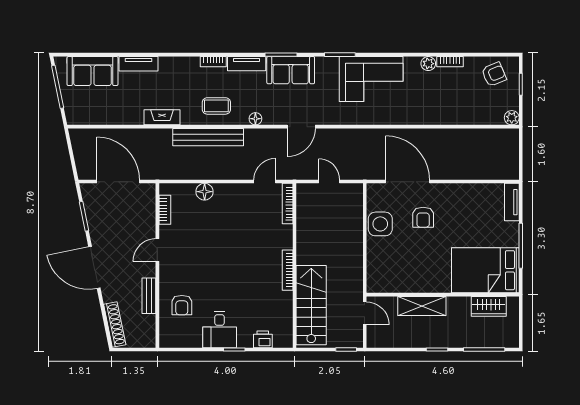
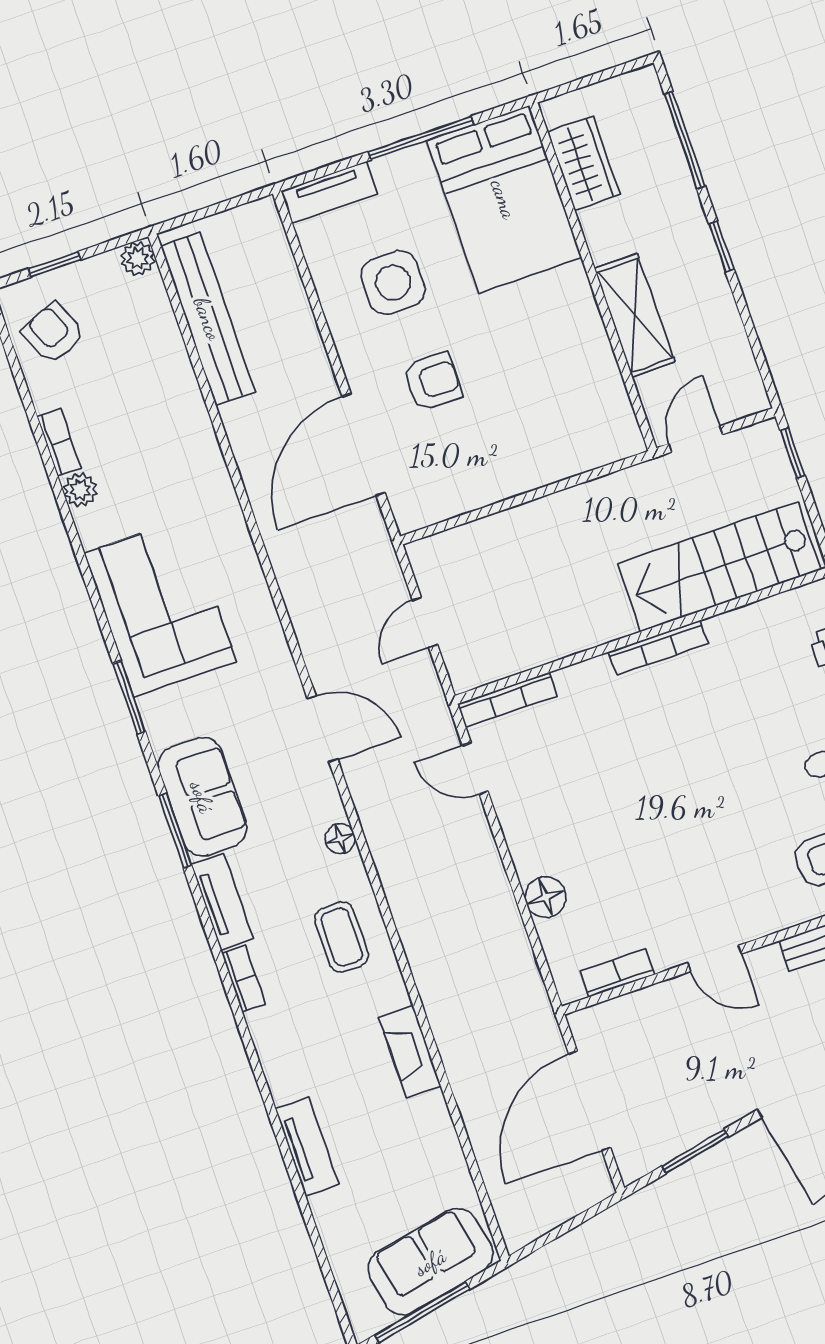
sofa: (92, 71) -> (430, 1262), moved, turned -101
bench: (208, 137) -> (208, 319), moved
side table: (380, 224) -> (393, 283), moved

